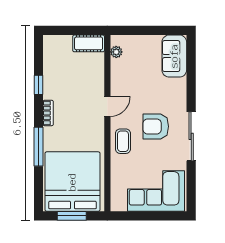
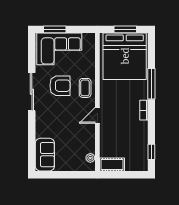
window: (39, 85) -> (151, 152), moved
armchair: (156, 126) -> (60, 86), moved
window: (162, 216) -> (55, 29), added

